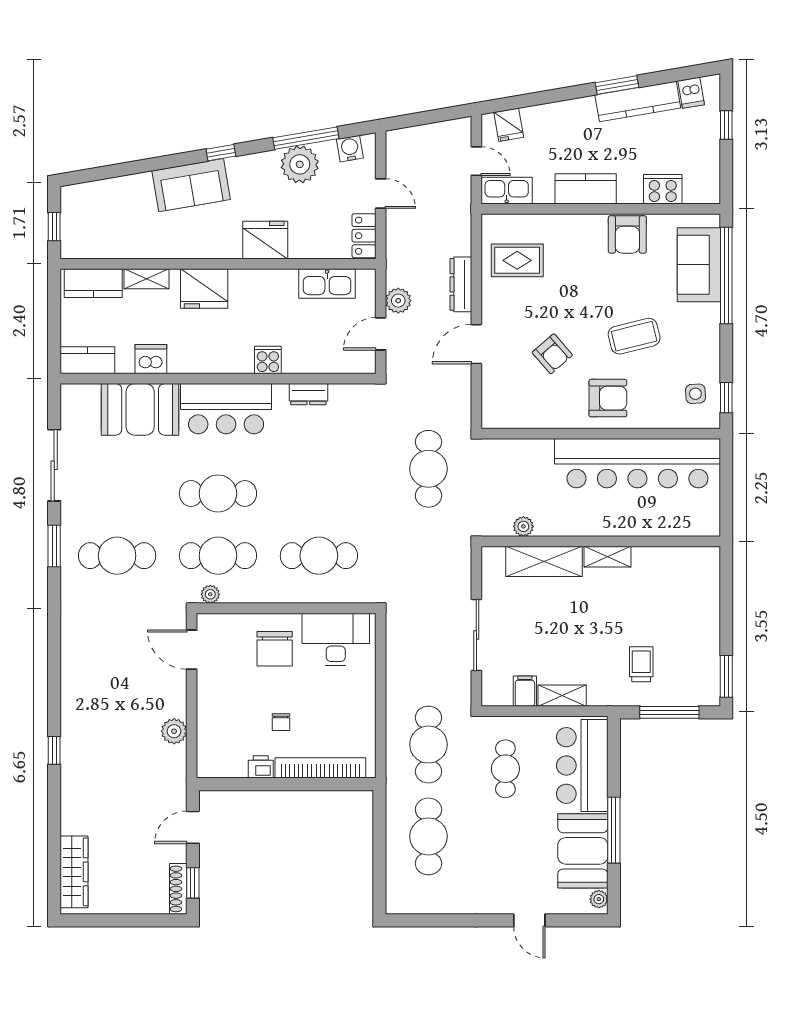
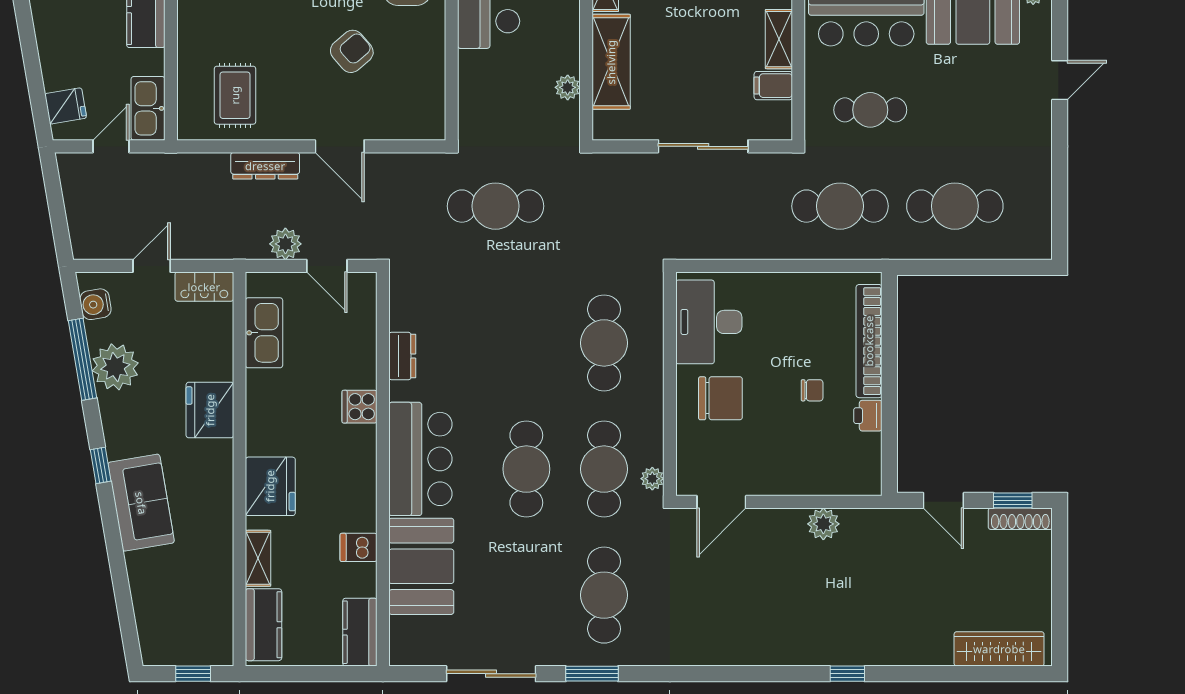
dishwasher: (151, 359) -> (359, 547), width x0.73

